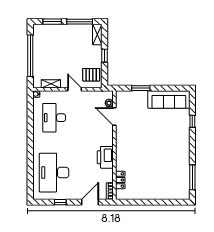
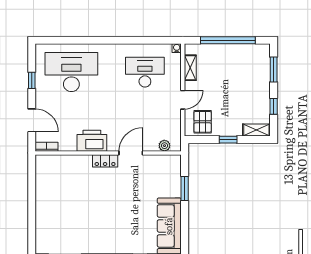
window: (80, 22) -> (274, 106), width x0.46
door: (114, 117) -> (131, 153), moved
locker: (120, 180) -> (105, 161), moved

